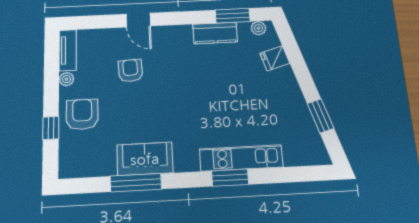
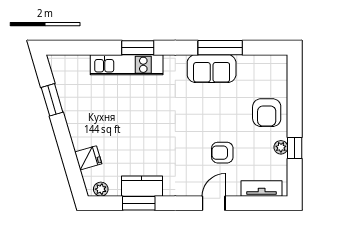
window: (233, 16) -> (139, 203), moved
door: (138, 20) -> (214, 203), hinge flipped
tv unit: (68, 50) -> (262, 189), moved, turned 90
armchair: (130, 71) -> (222, 153), turned 93
window: (51, 128) -> (295, 148), moved

